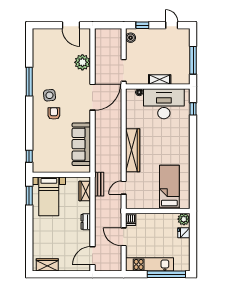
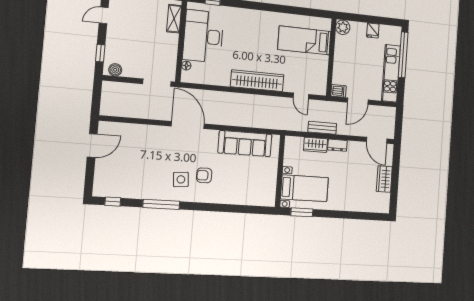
plant: (82, 62) -> (142, 134), removed
shelving: (160, 80) -> (174, 19), moved
window: (29, 156) -> (113, 202), moved
bench: (99, 184) -> (322, 128), moved
wardrobe: (85, 191) -> (316, 145), moved
fridge: (184, 233) -> (373, 31), moved
wardrobe: (47, 265) -> (384, 179), moved

